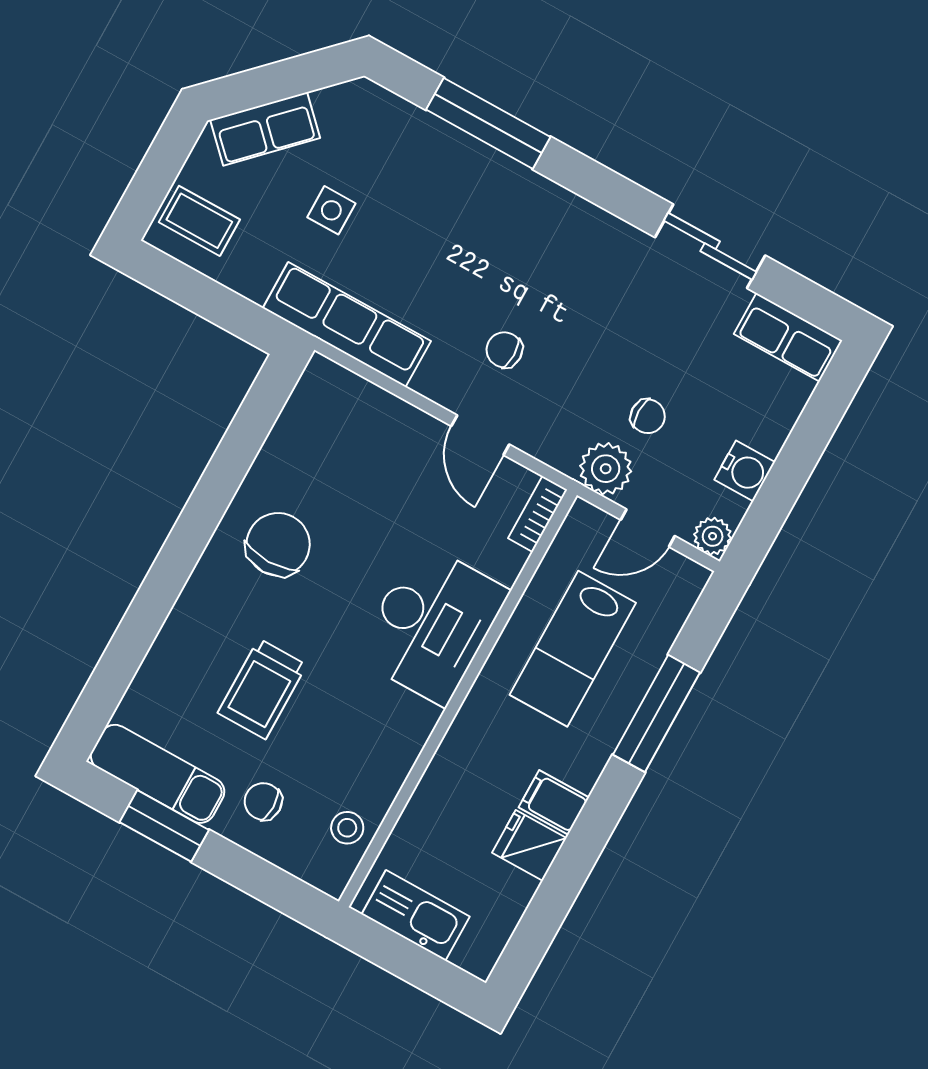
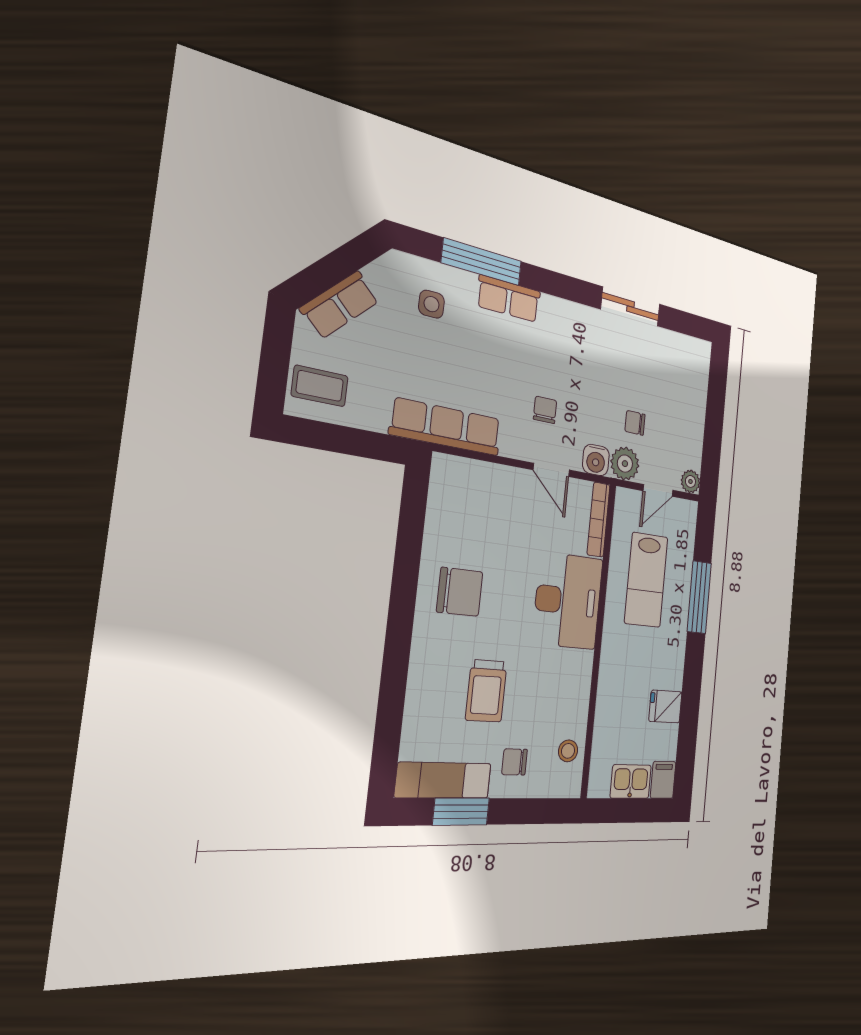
side table: (331, 210) -> (431, 304), moved
row of seats: (788, 337) -> (509, 299), moved
chair: (504, 350) -> (545, 410), turned 90
chair: (648, 416) -> (635, 423), turned 180
water cooler: (745, 471) -> (596, 460), moved, turned 90
bookcase: (538, 514) -> (598, 520), width x1.56
chair: (278, 544) -> (460, 592), turned 90
filing cabinet: (554, 802) -> (663, 780), moved, turned 90
kitchen sink: (416, 915) -> (631, 782), width x0.73

